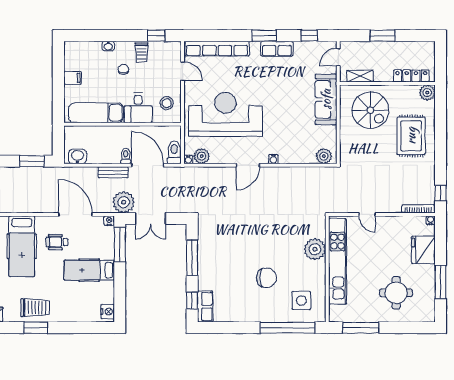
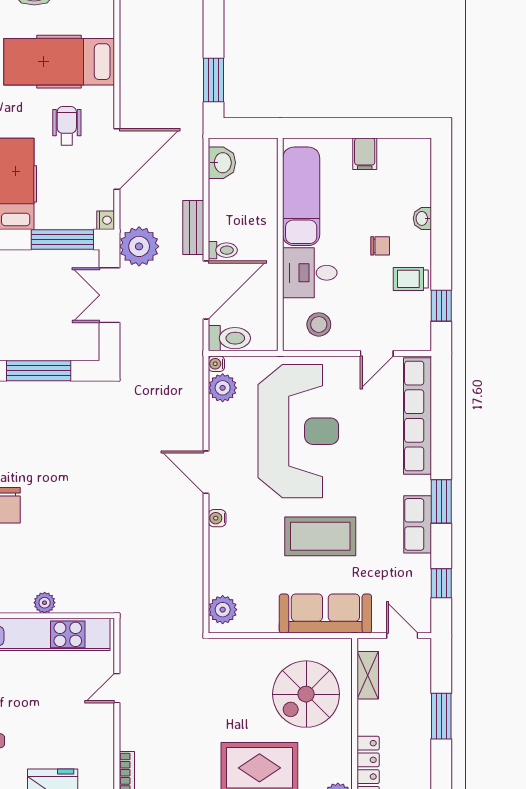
coffee table: (283, 102) -> (320, 536), added
plant: (315, 249) -> (45, 603), width x0.53, depth x0.53

